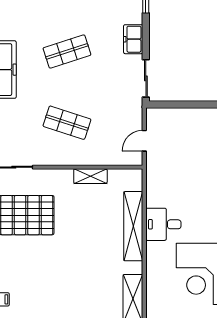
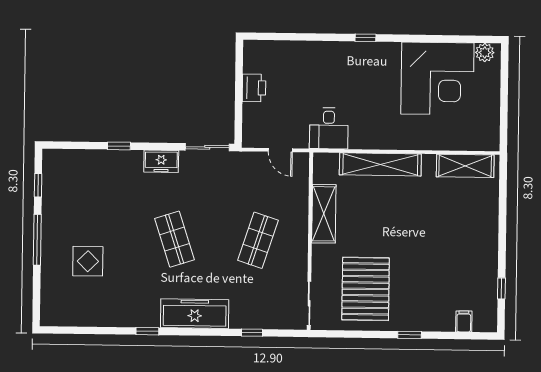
printer: (197, 117) -> (254, 88), added
shelving: (90, 176) -> (324, 214), width x1.50, depth x1.33
desk: (163, 224) -> (329, 128), moved

